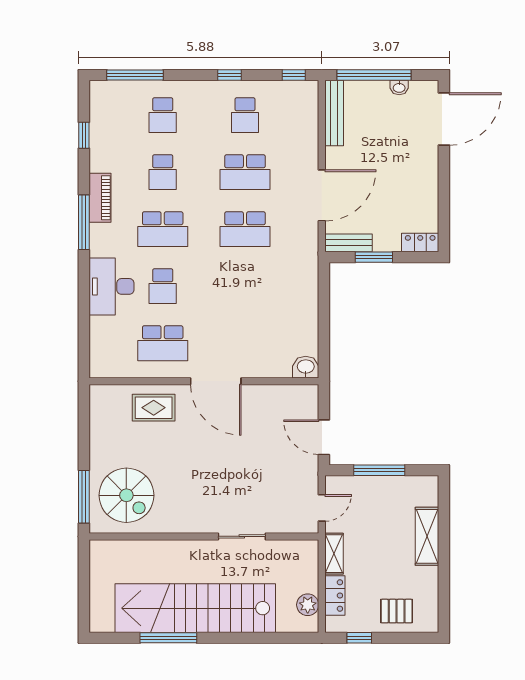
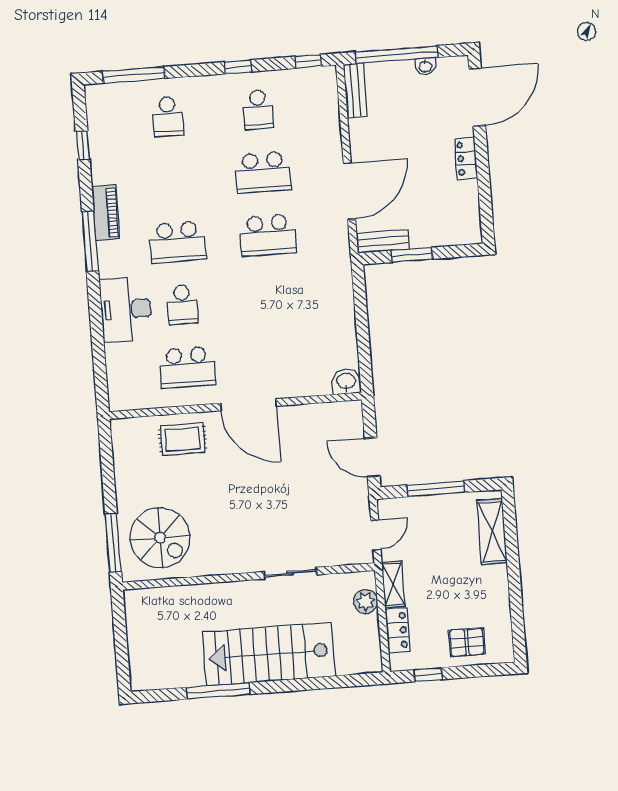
bench: (334, 113) -> (355, 90), width x0.73
school desk: (163, 172) -> (173, 179), removed
locker: (420, 243) -> (466, 158), moved, turned -90
shelving: (427, 536) -> (492, 531), moved
plant: (308, 605) -> (365, 602), moved
stairs: (195, 608) -> (269, 654), width x0.73

